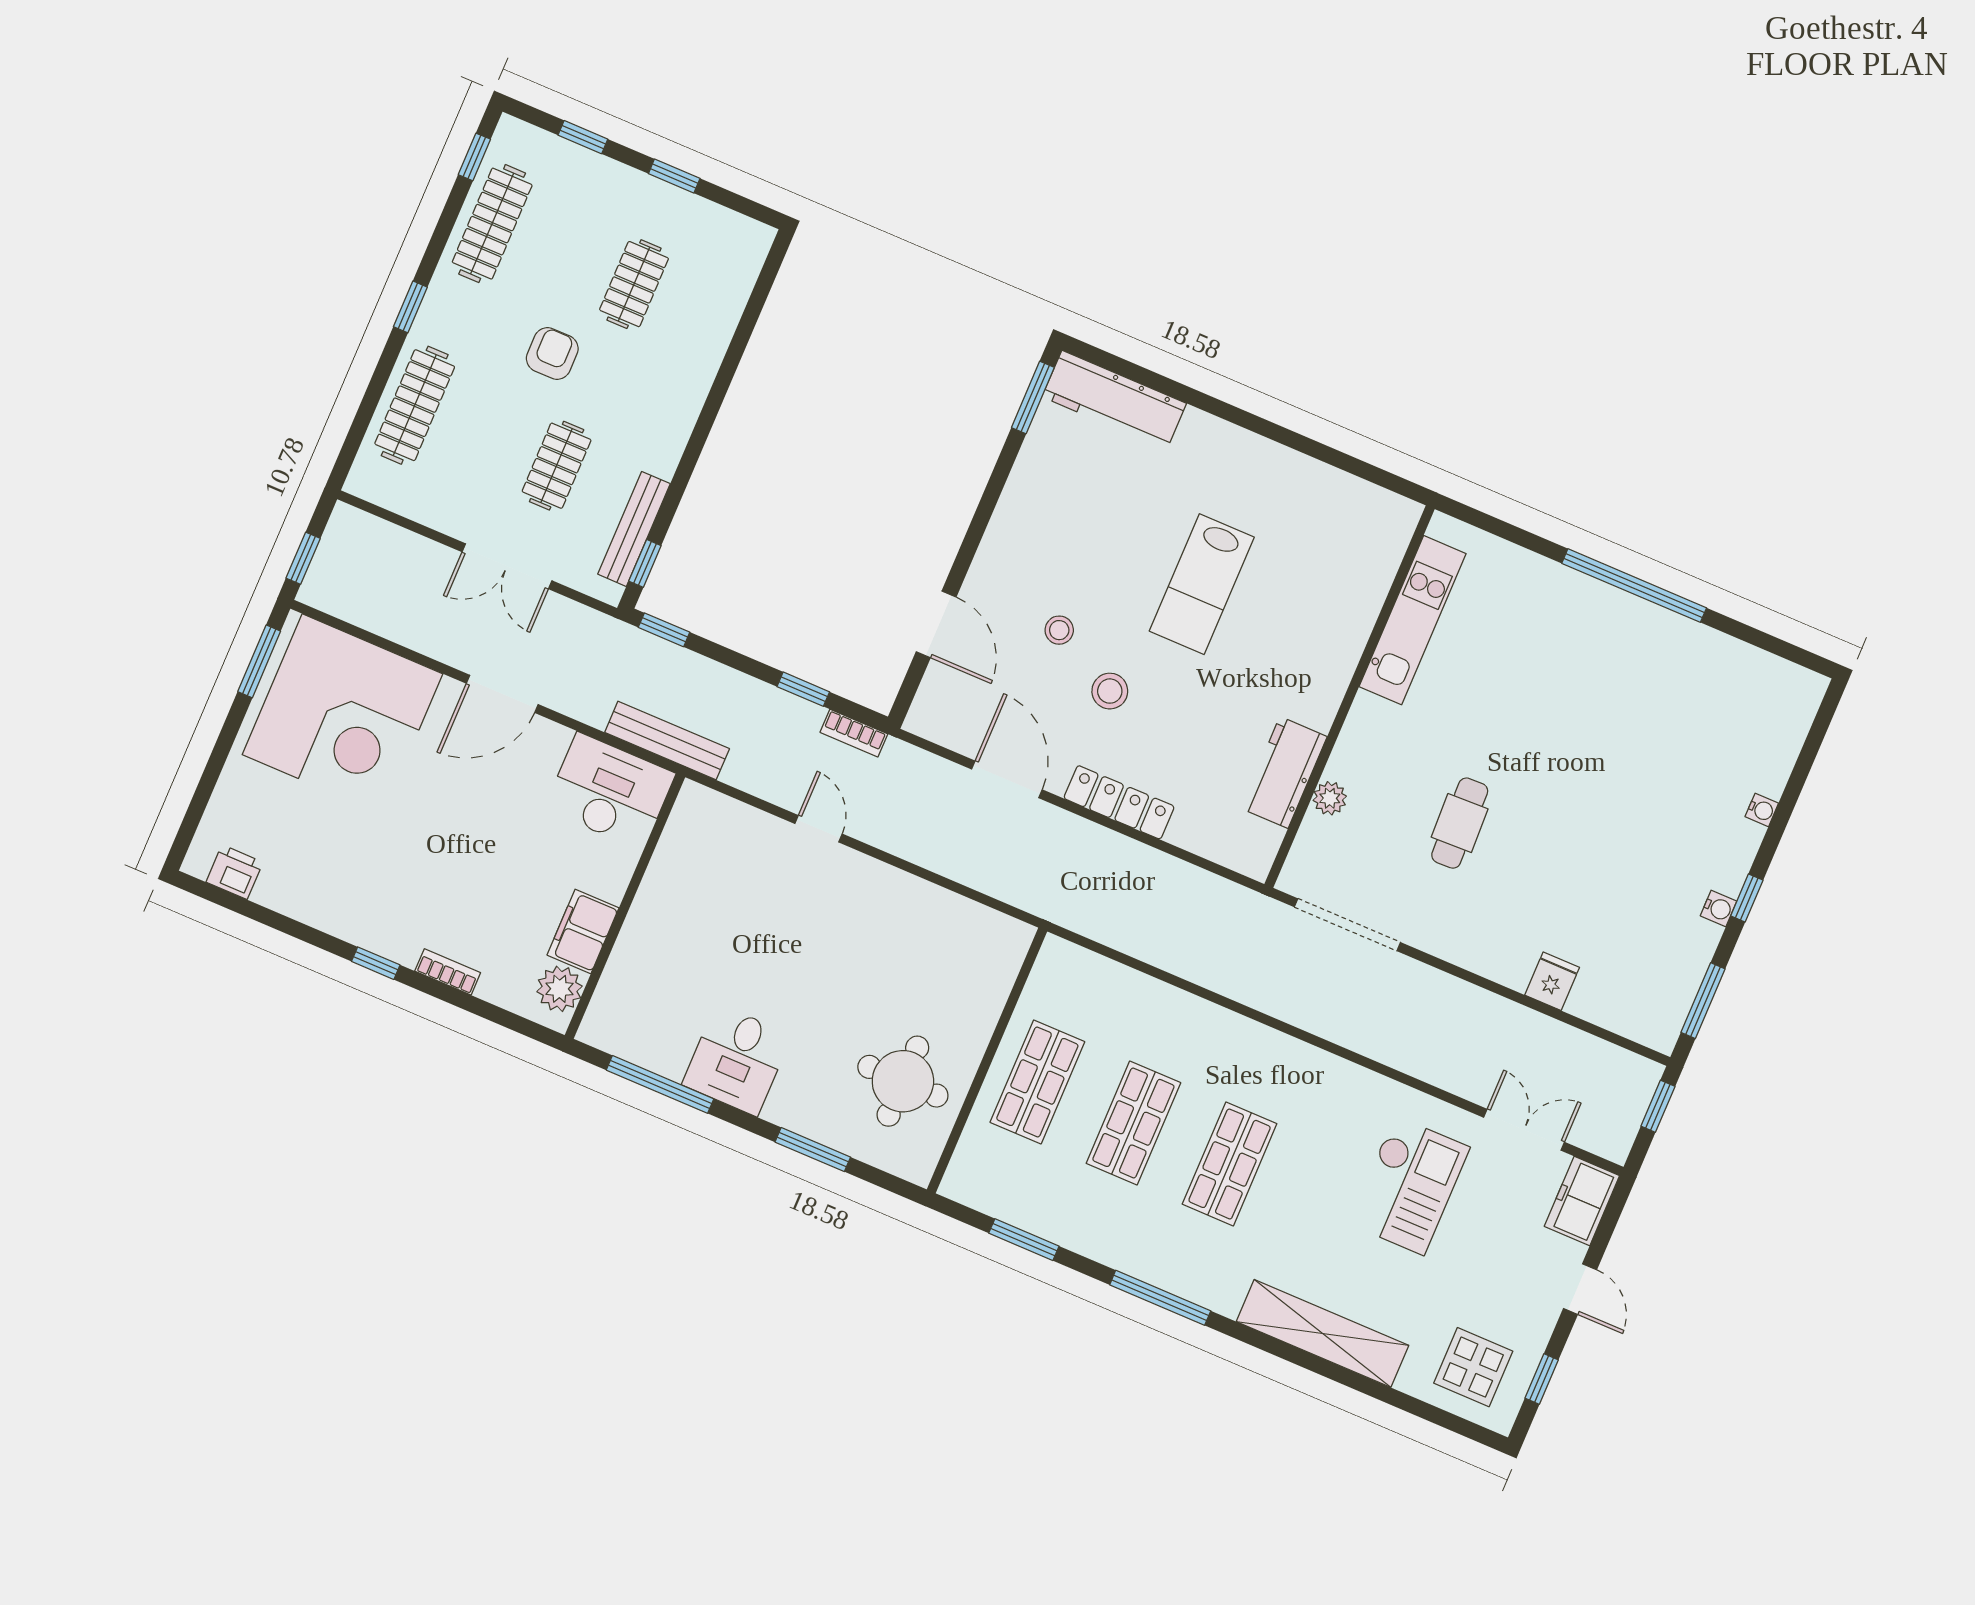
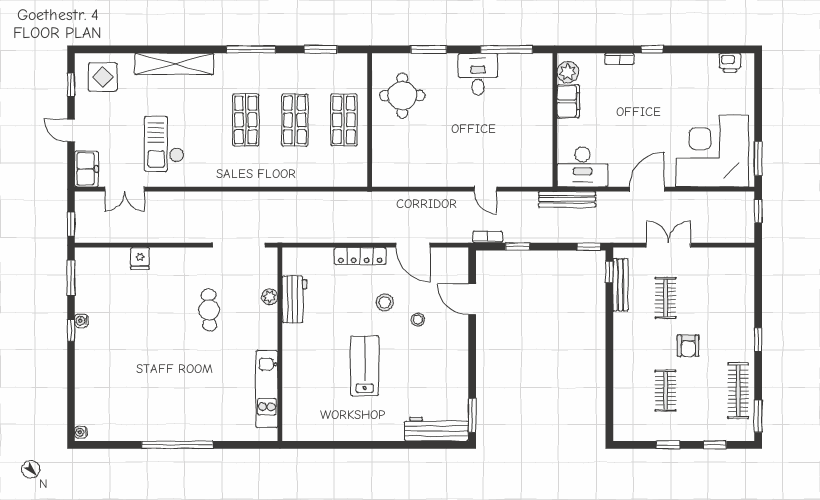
window: (474, 157) -> (758, 416), width x1.50
clothes rail: (415, 405) -> (738, 298), removed
water cooler: (1762, 810) -> (81, 432), moved

